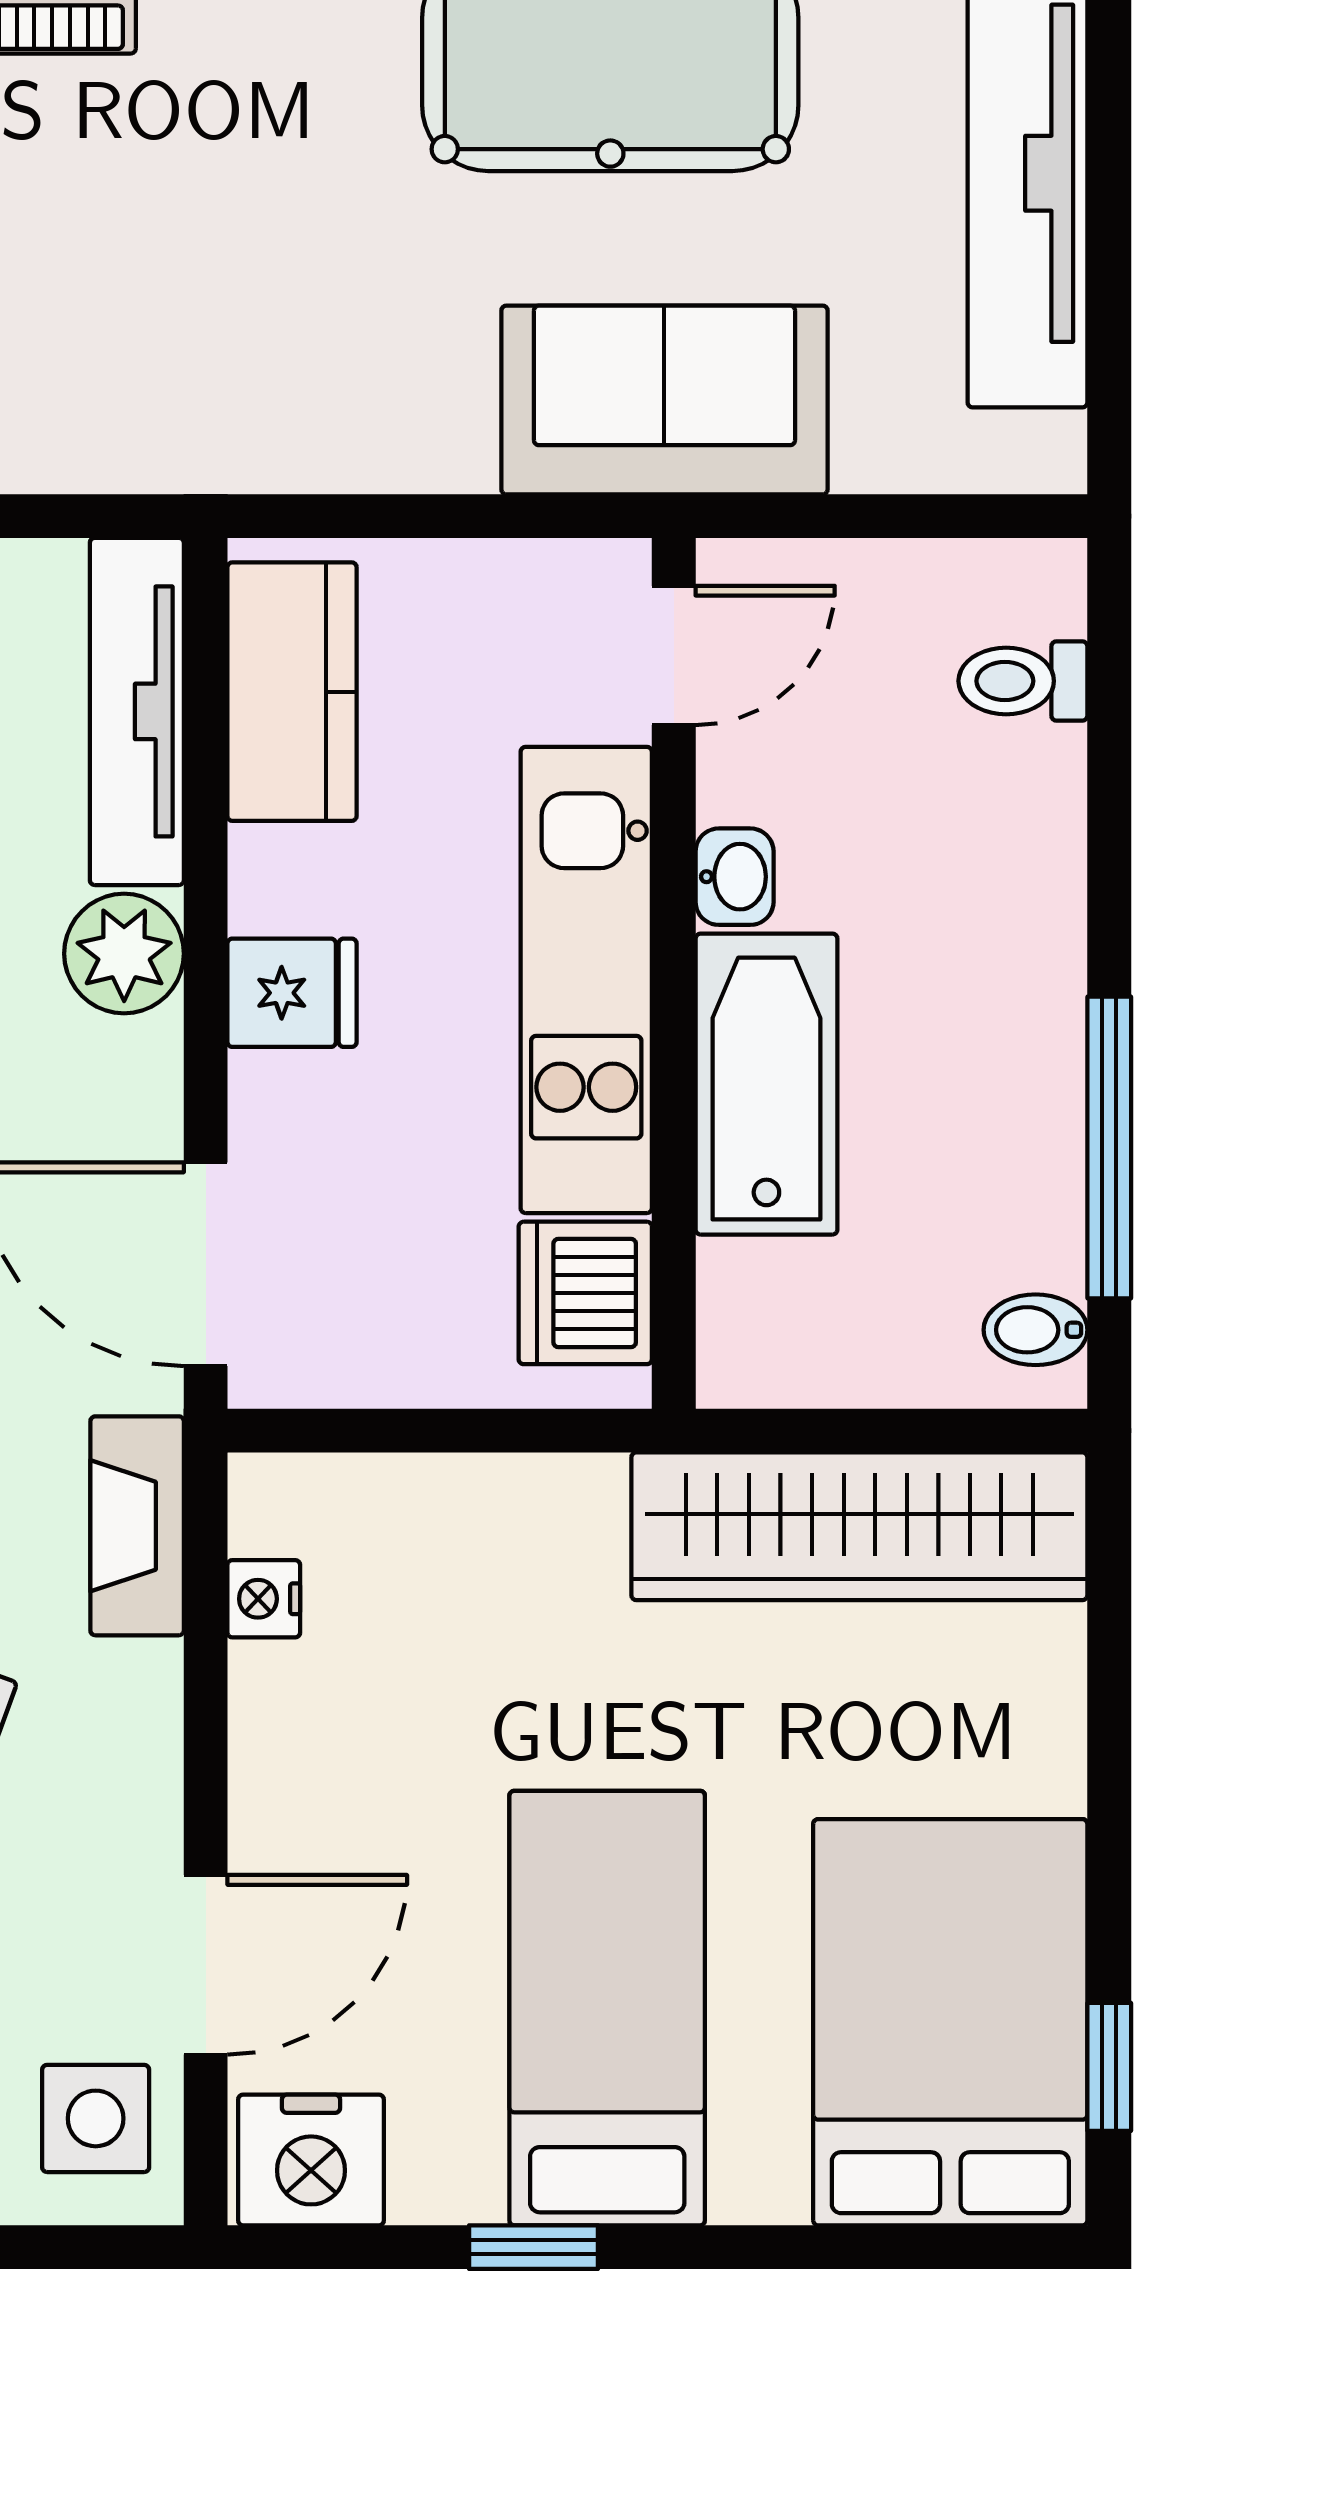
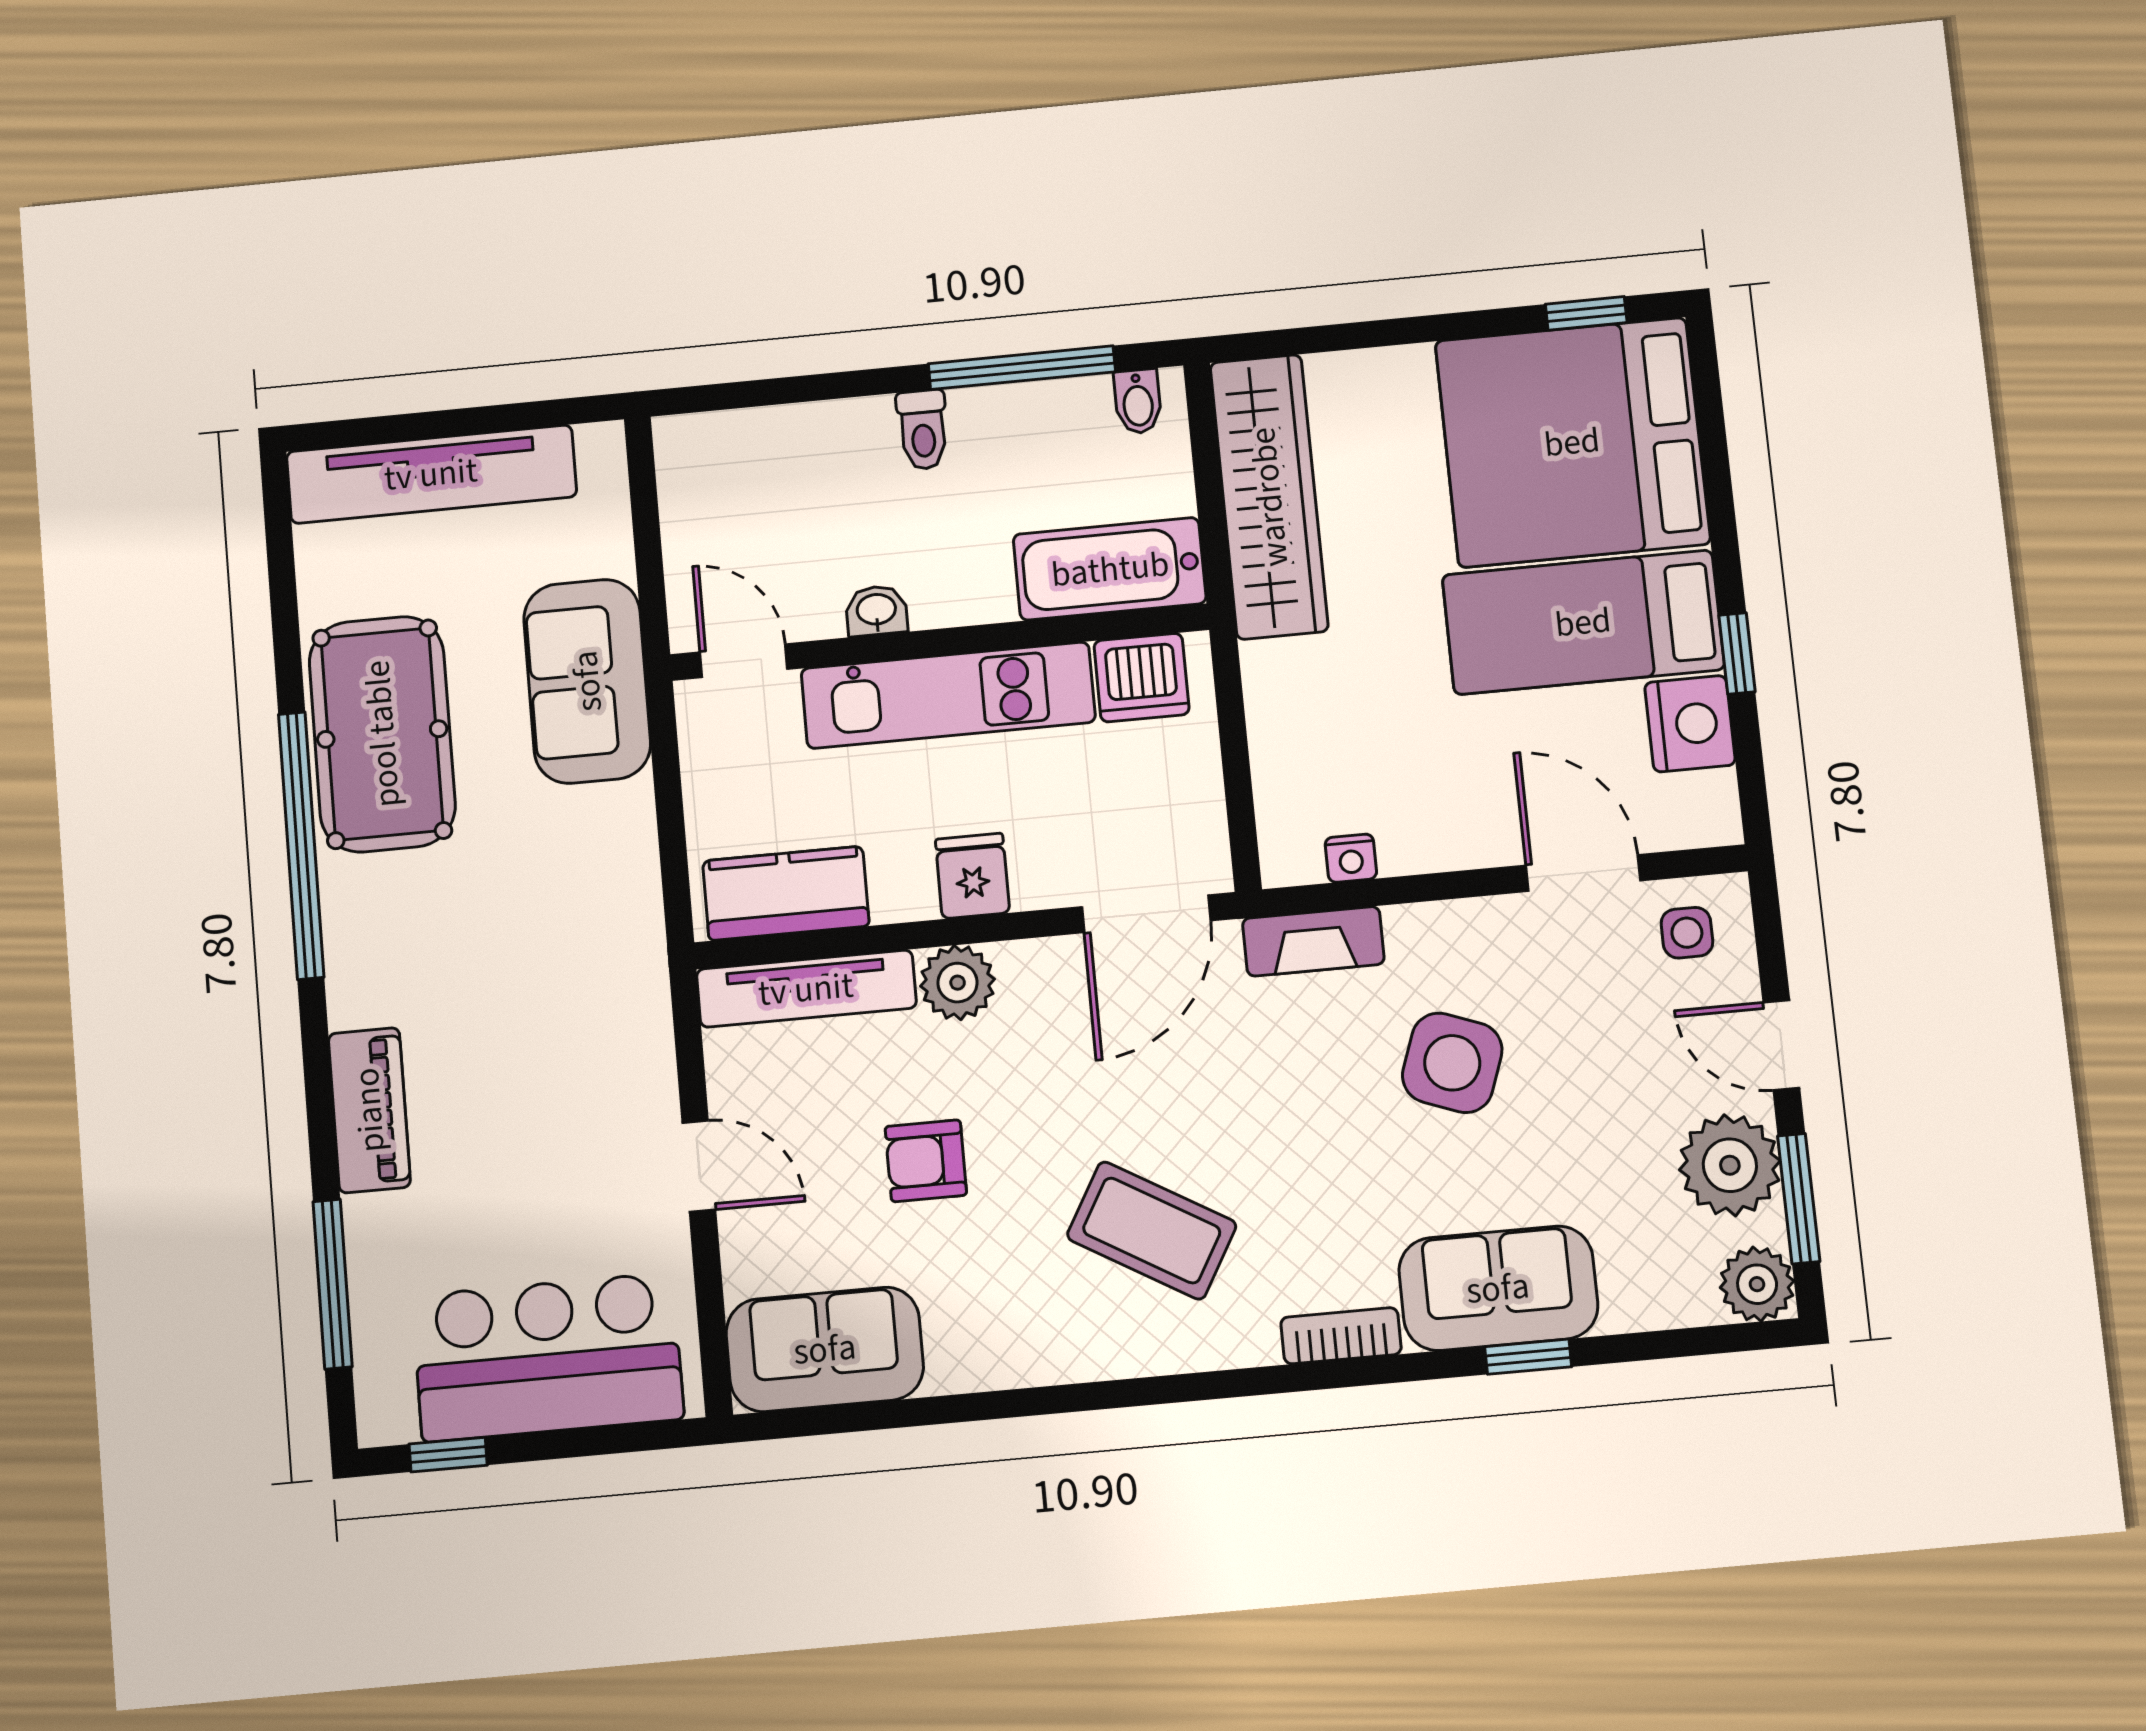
toilet: (1023, 681) -> (923, 430), moved
bathtub: (766, 1084) -> (1110, 569), moved
bed: (950, 2022) -> (1572, 442), width x1.36
side table: (96, 2118) -> (1687, 933), width x0.73, depth x0.73
nightstand: (311, 2160) -> (1690, 724), moved

